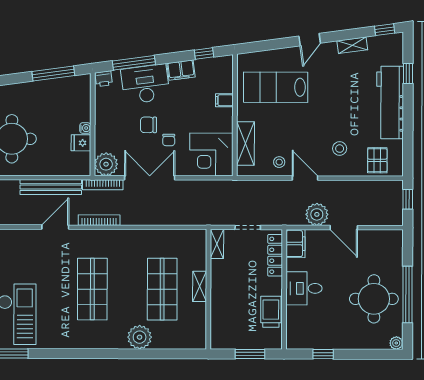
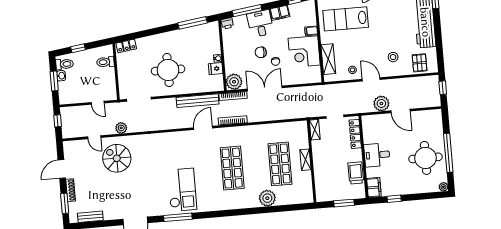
desk: (145, 84) -> (260, 24), width x0.73
corner desk: (211, 154) -> (304, 52), moved
filing cabinet: (295, 244) -> (374, 187), moved

